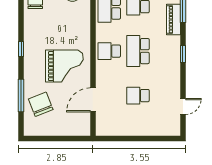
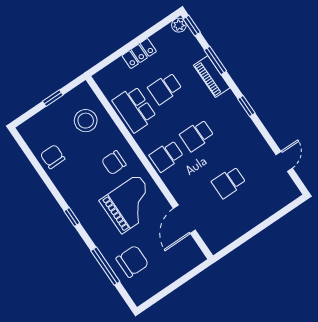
chair: (72, 32) -> (114, 163), added
school desk: (138, 51) -> (197, 135), width x0.54
chair: (41, 104) -> (132, 261), turned 111

